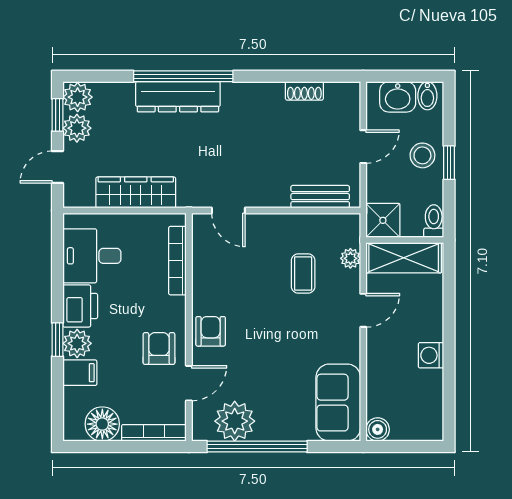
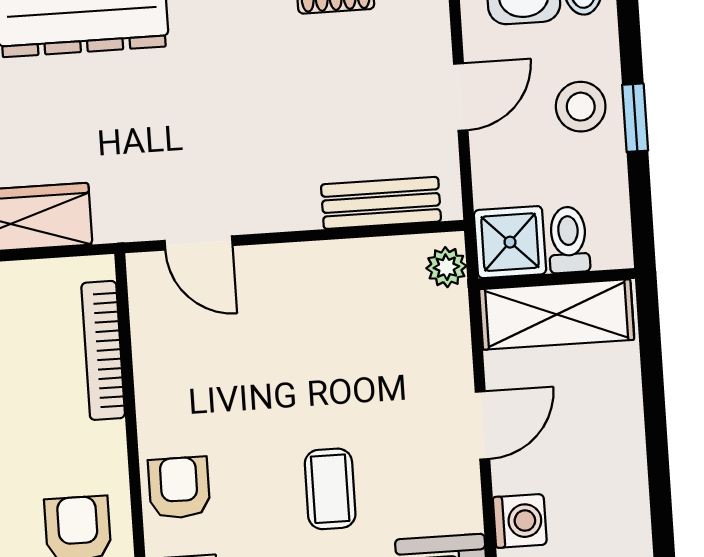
toilet: (434, 221) -> (569, 240), moved
plant: (350, 258) -> (446, 267), moved
coffee table: (303, 273) -> (330, 489), moved
washing machine: (431, 355) -> (520, 521), moved, turned 180

